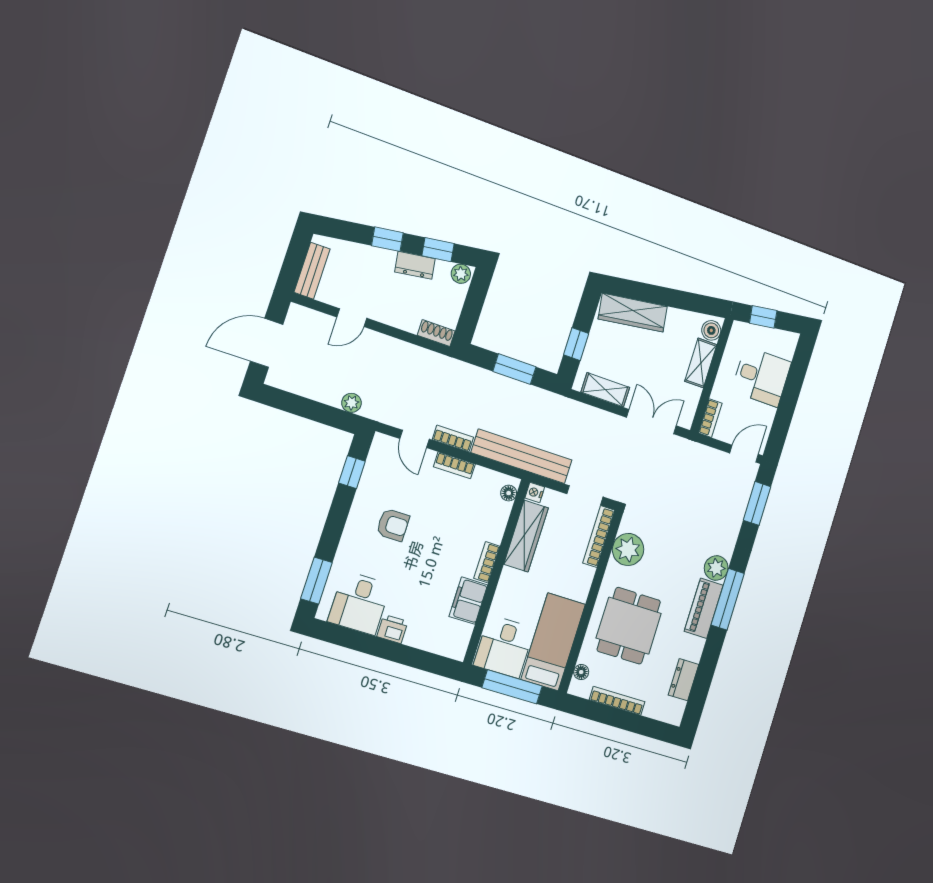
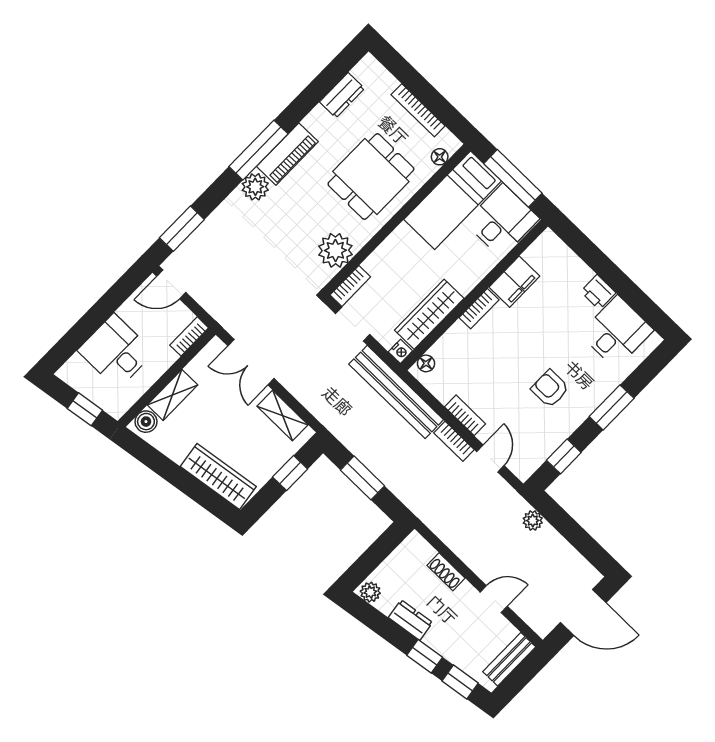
window: (438, 250) -> (460, 682), moved
shoe rack: (436, 333) -> (446, 572), moved
bookcase: (599, 537) -> (350, 286), width x0.64
window: (316, 581) -> (612, 407), moved

